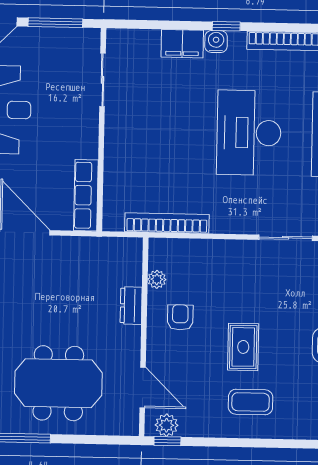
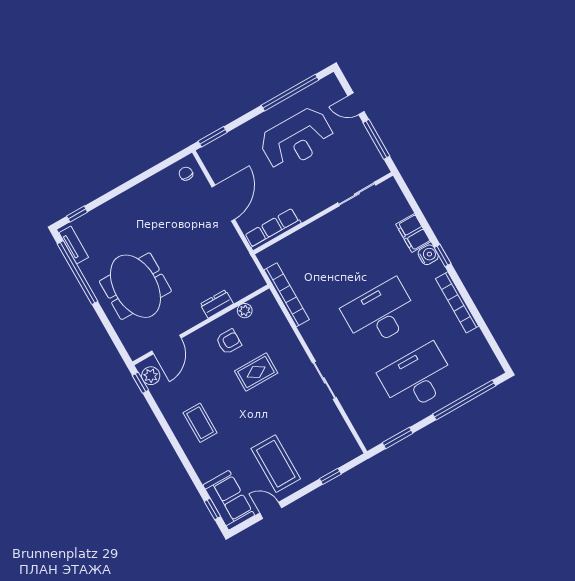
rug: (243, 347) -> (256, 372), moved

